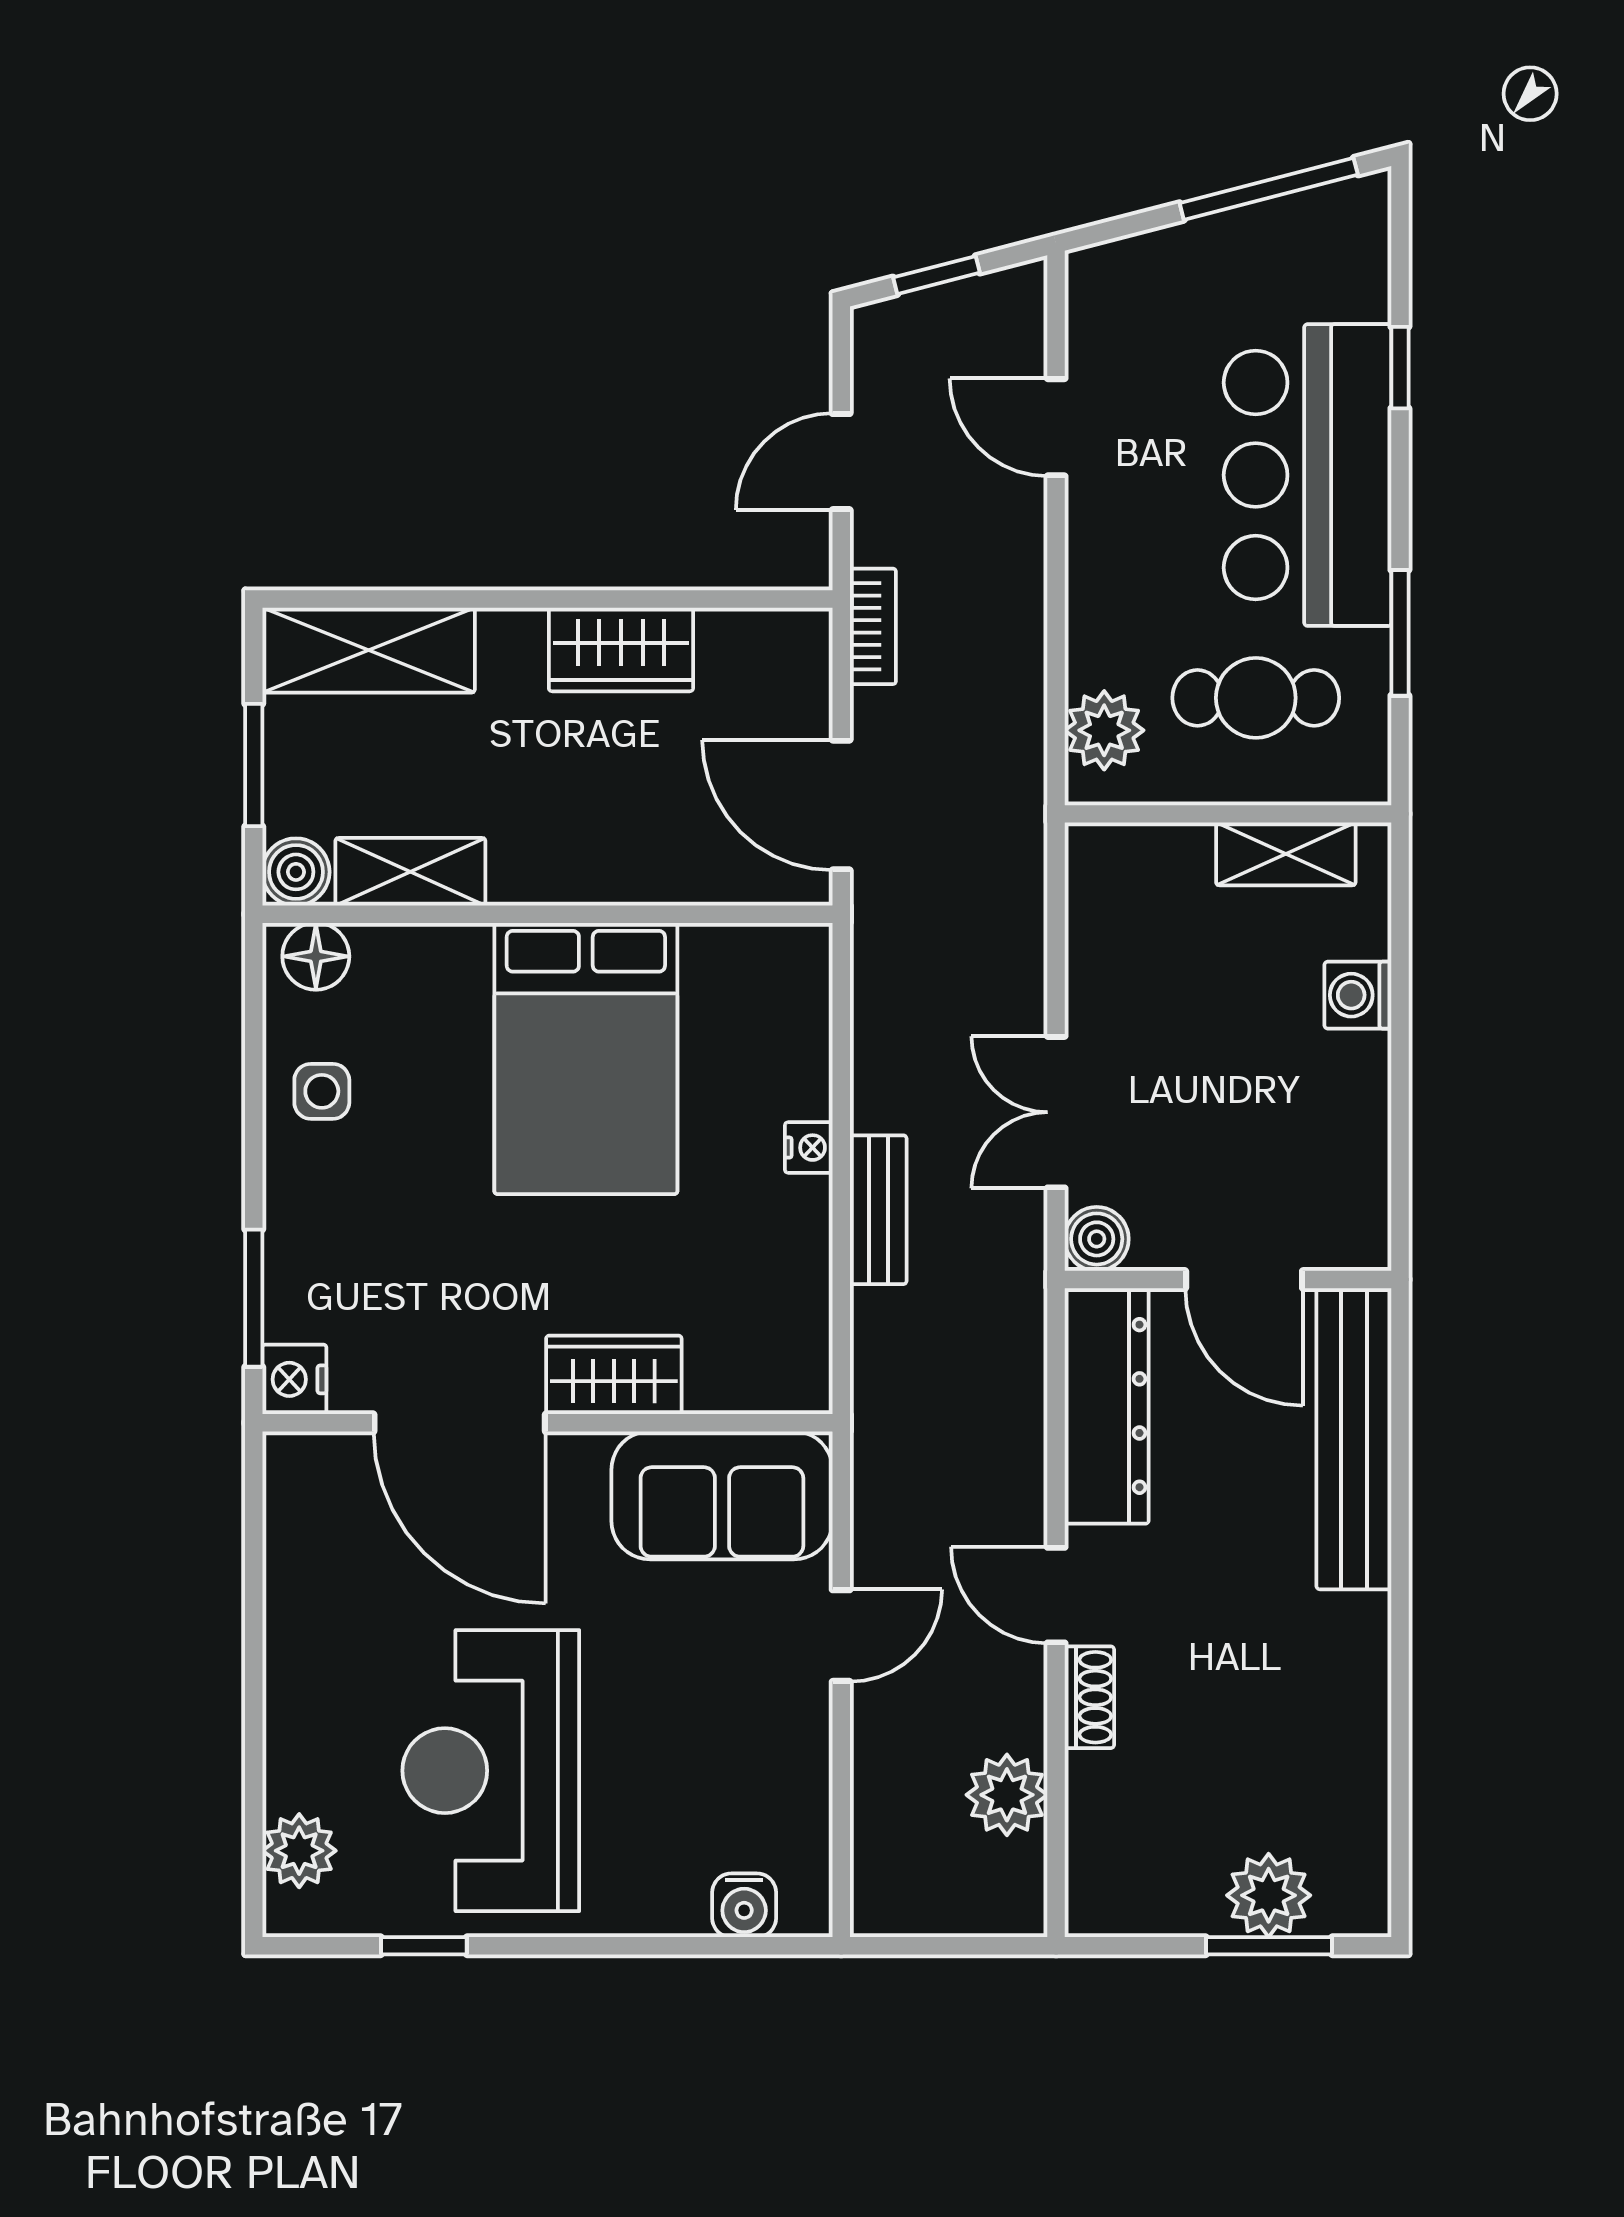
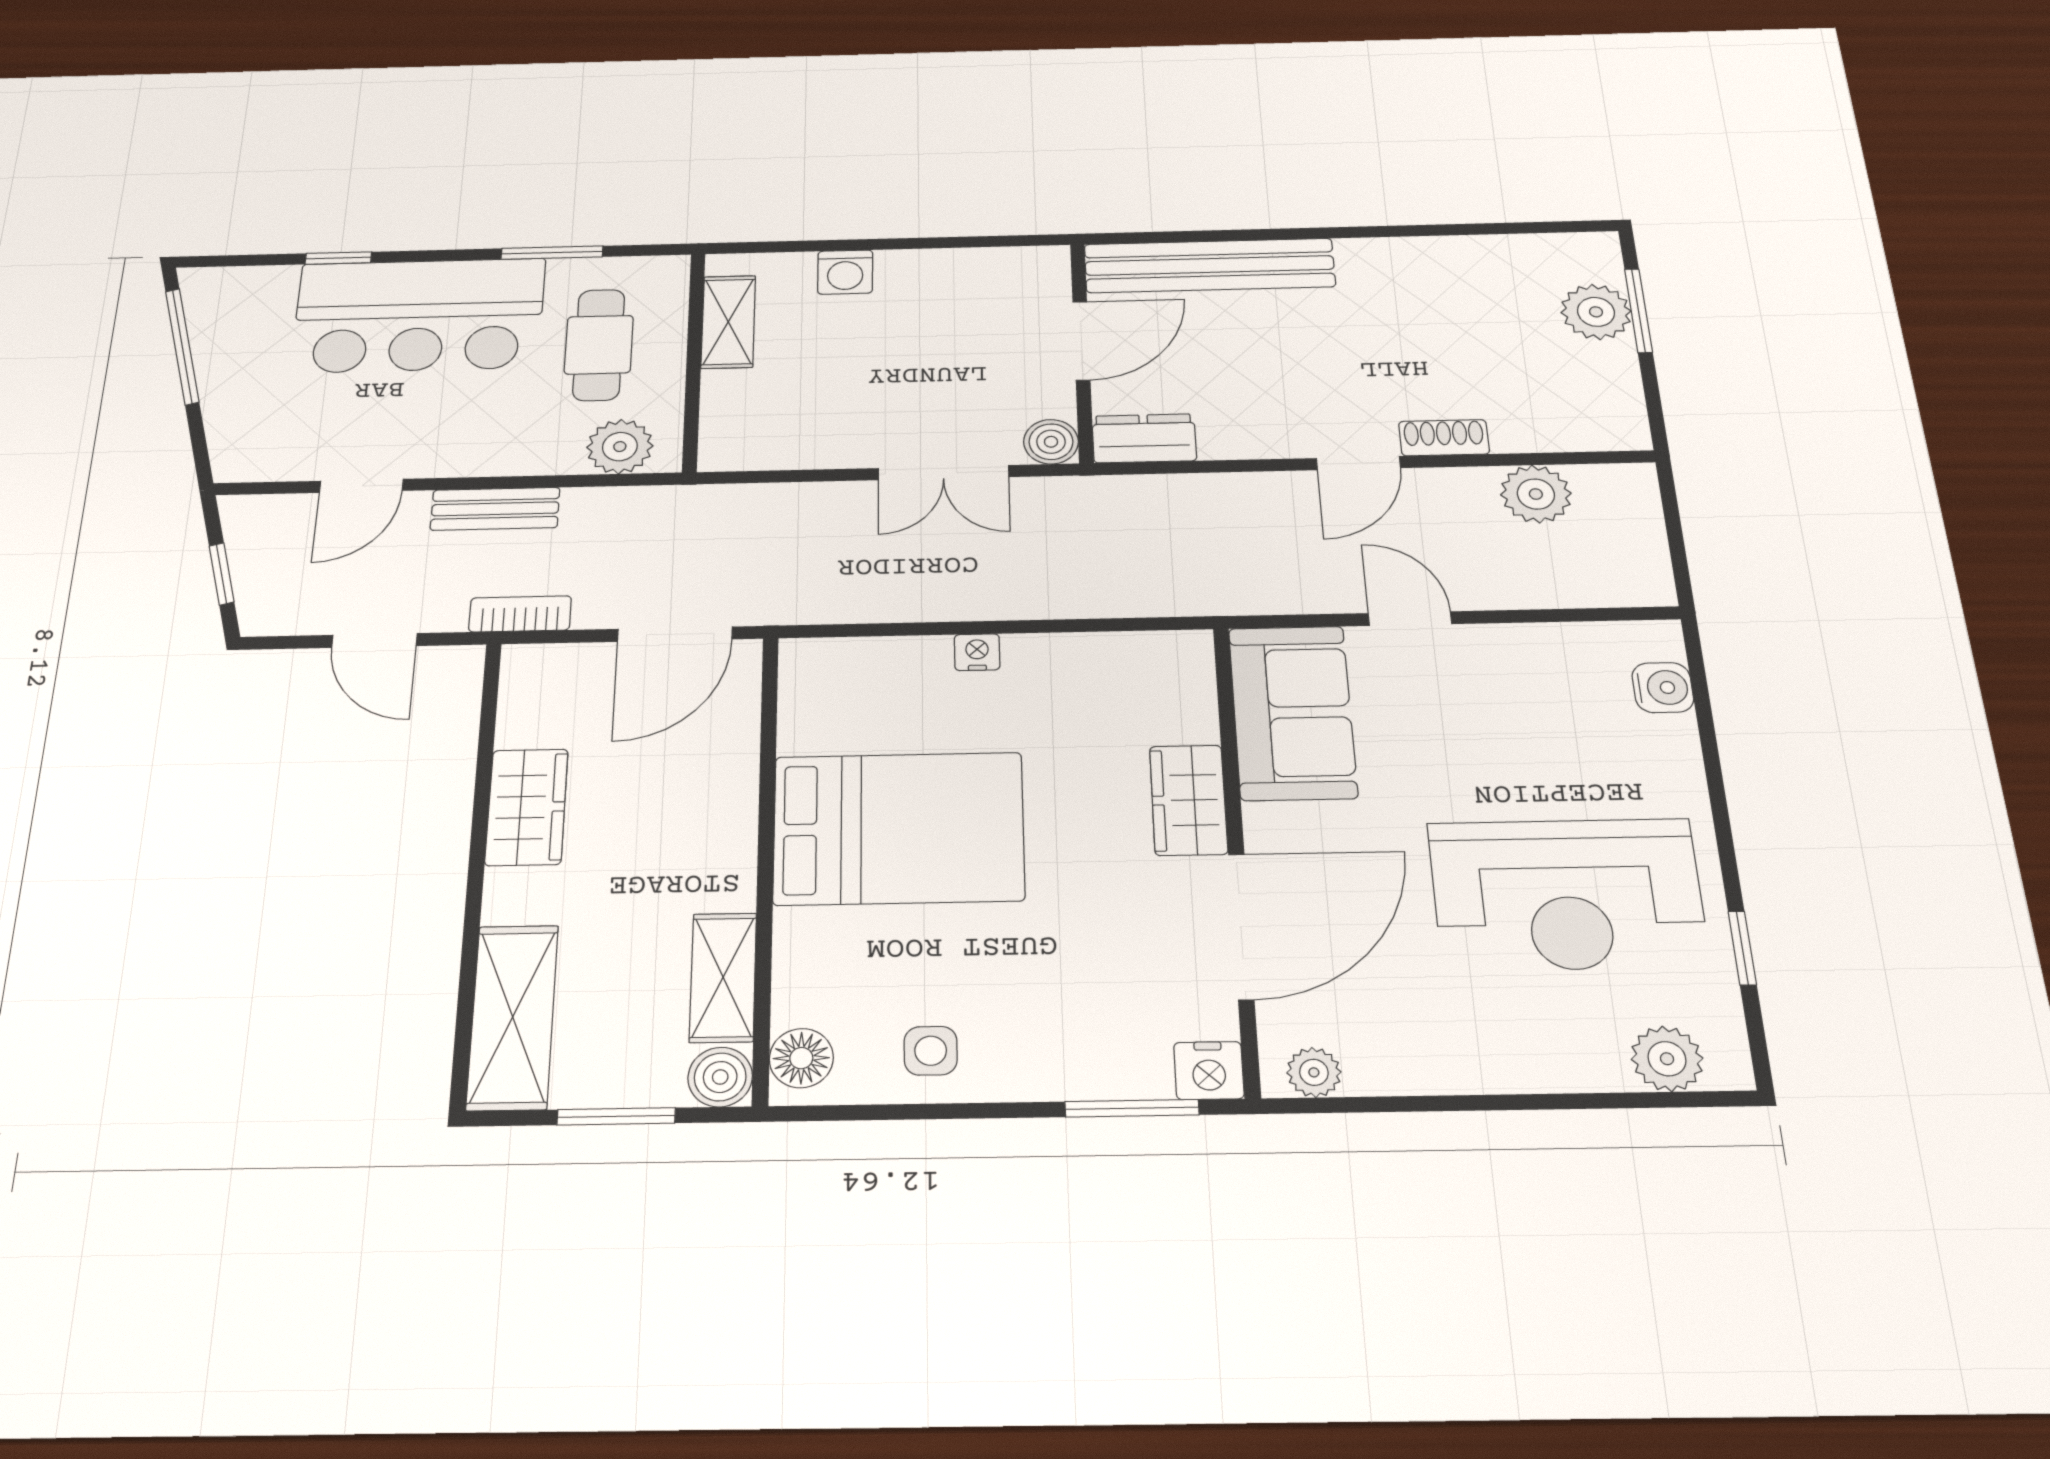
bench: (878, 1210) -> (495, 509), moved
dresser: (1107, 1406) -> (1144, 438), width x0.51, depth x0.80
plant: (290, 1487) -> (1314, 1072), added

